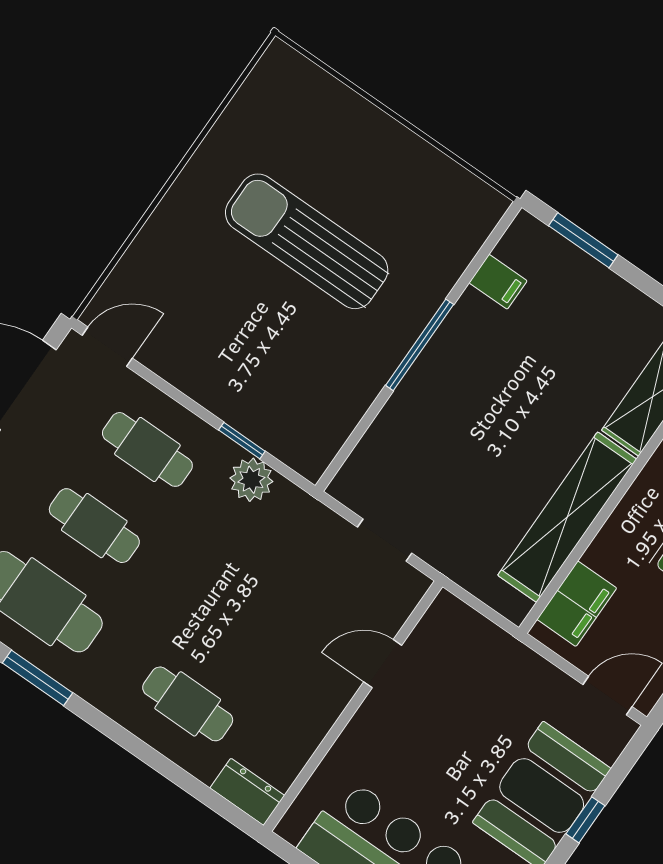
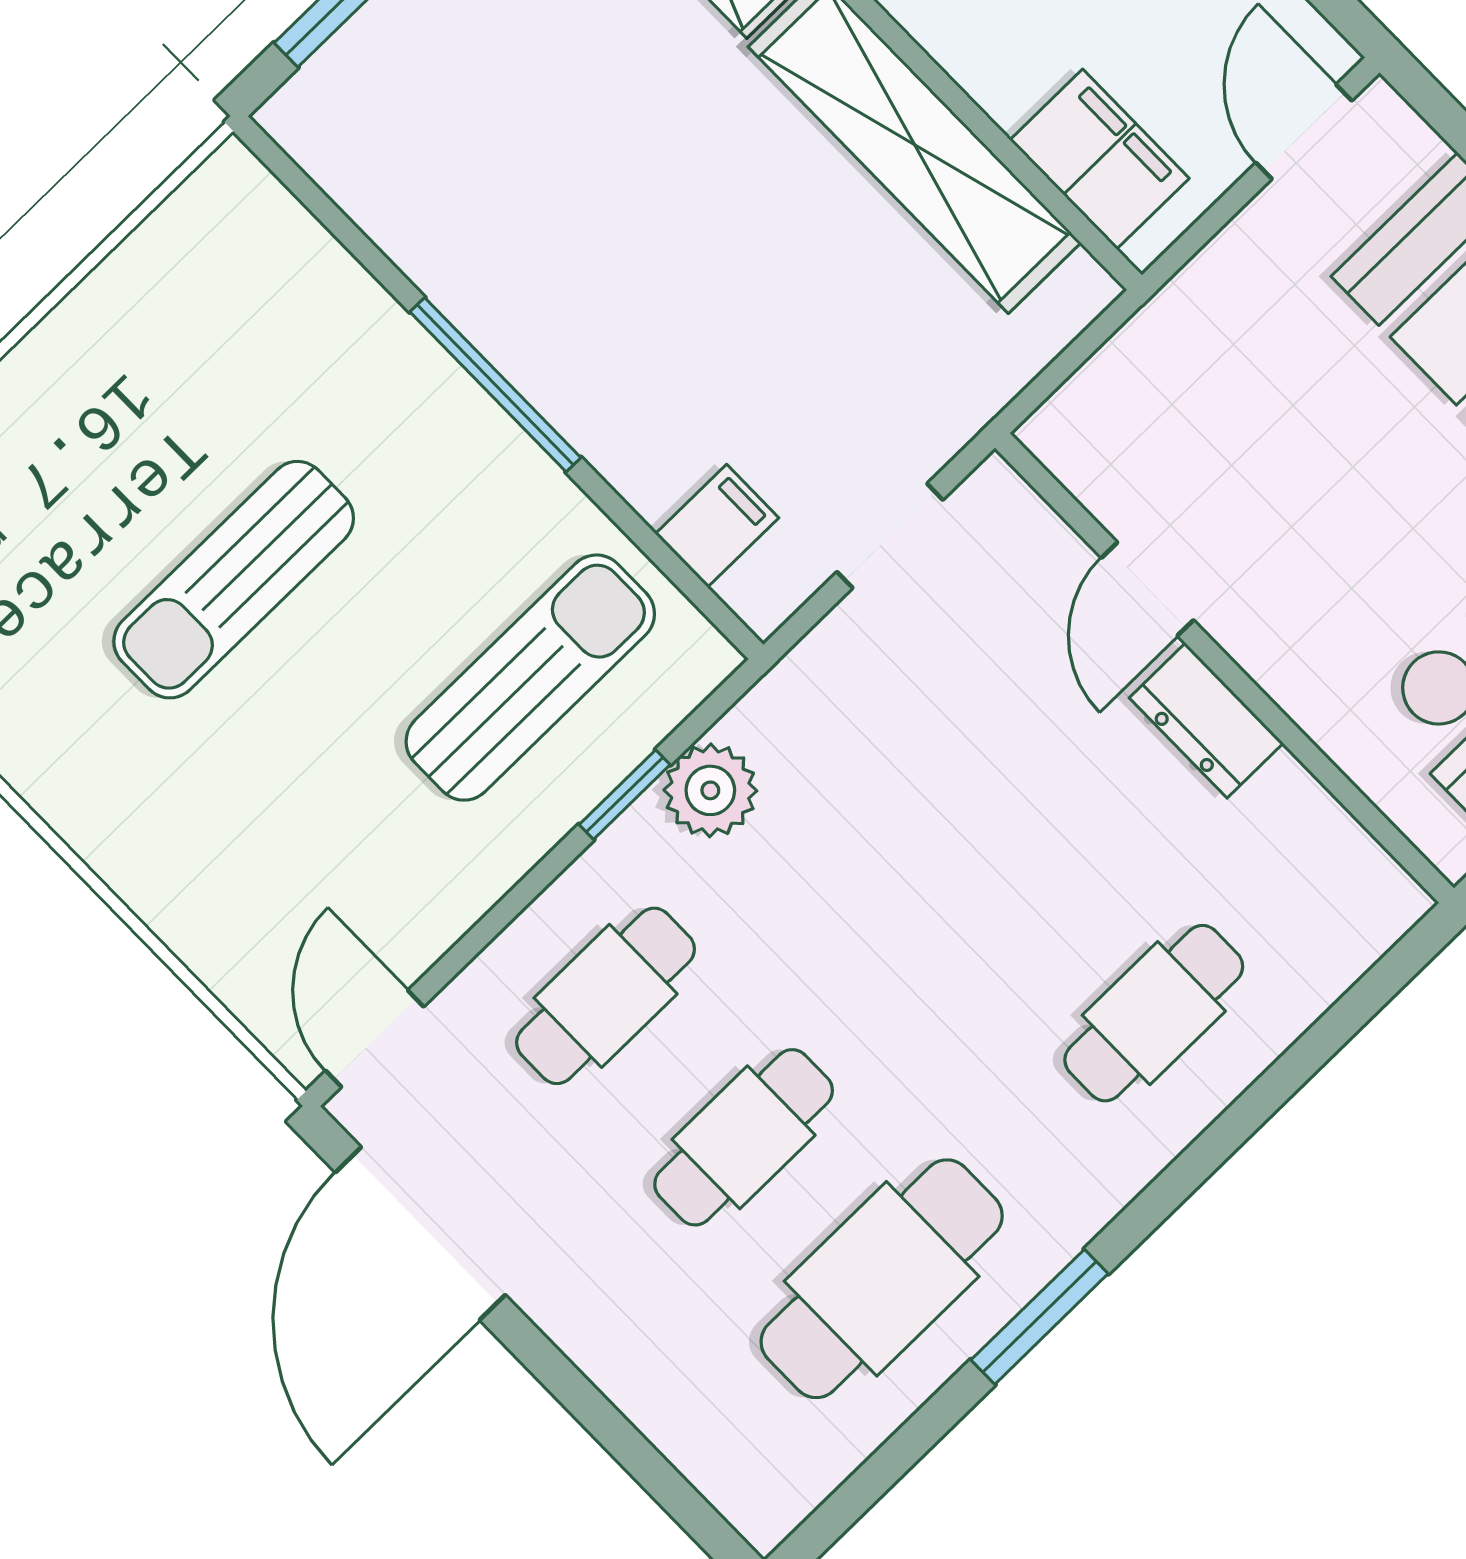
sun lounger: (307, 241) -> (234, 580), width x0.73, depth x0.75
filing cabinet: (498, 282) -> (717, 526), moved
sun lounger: (288, 387) -> (530, 678), added
dresser: (247, 792) -> (1206, 720), moved, turned -90

